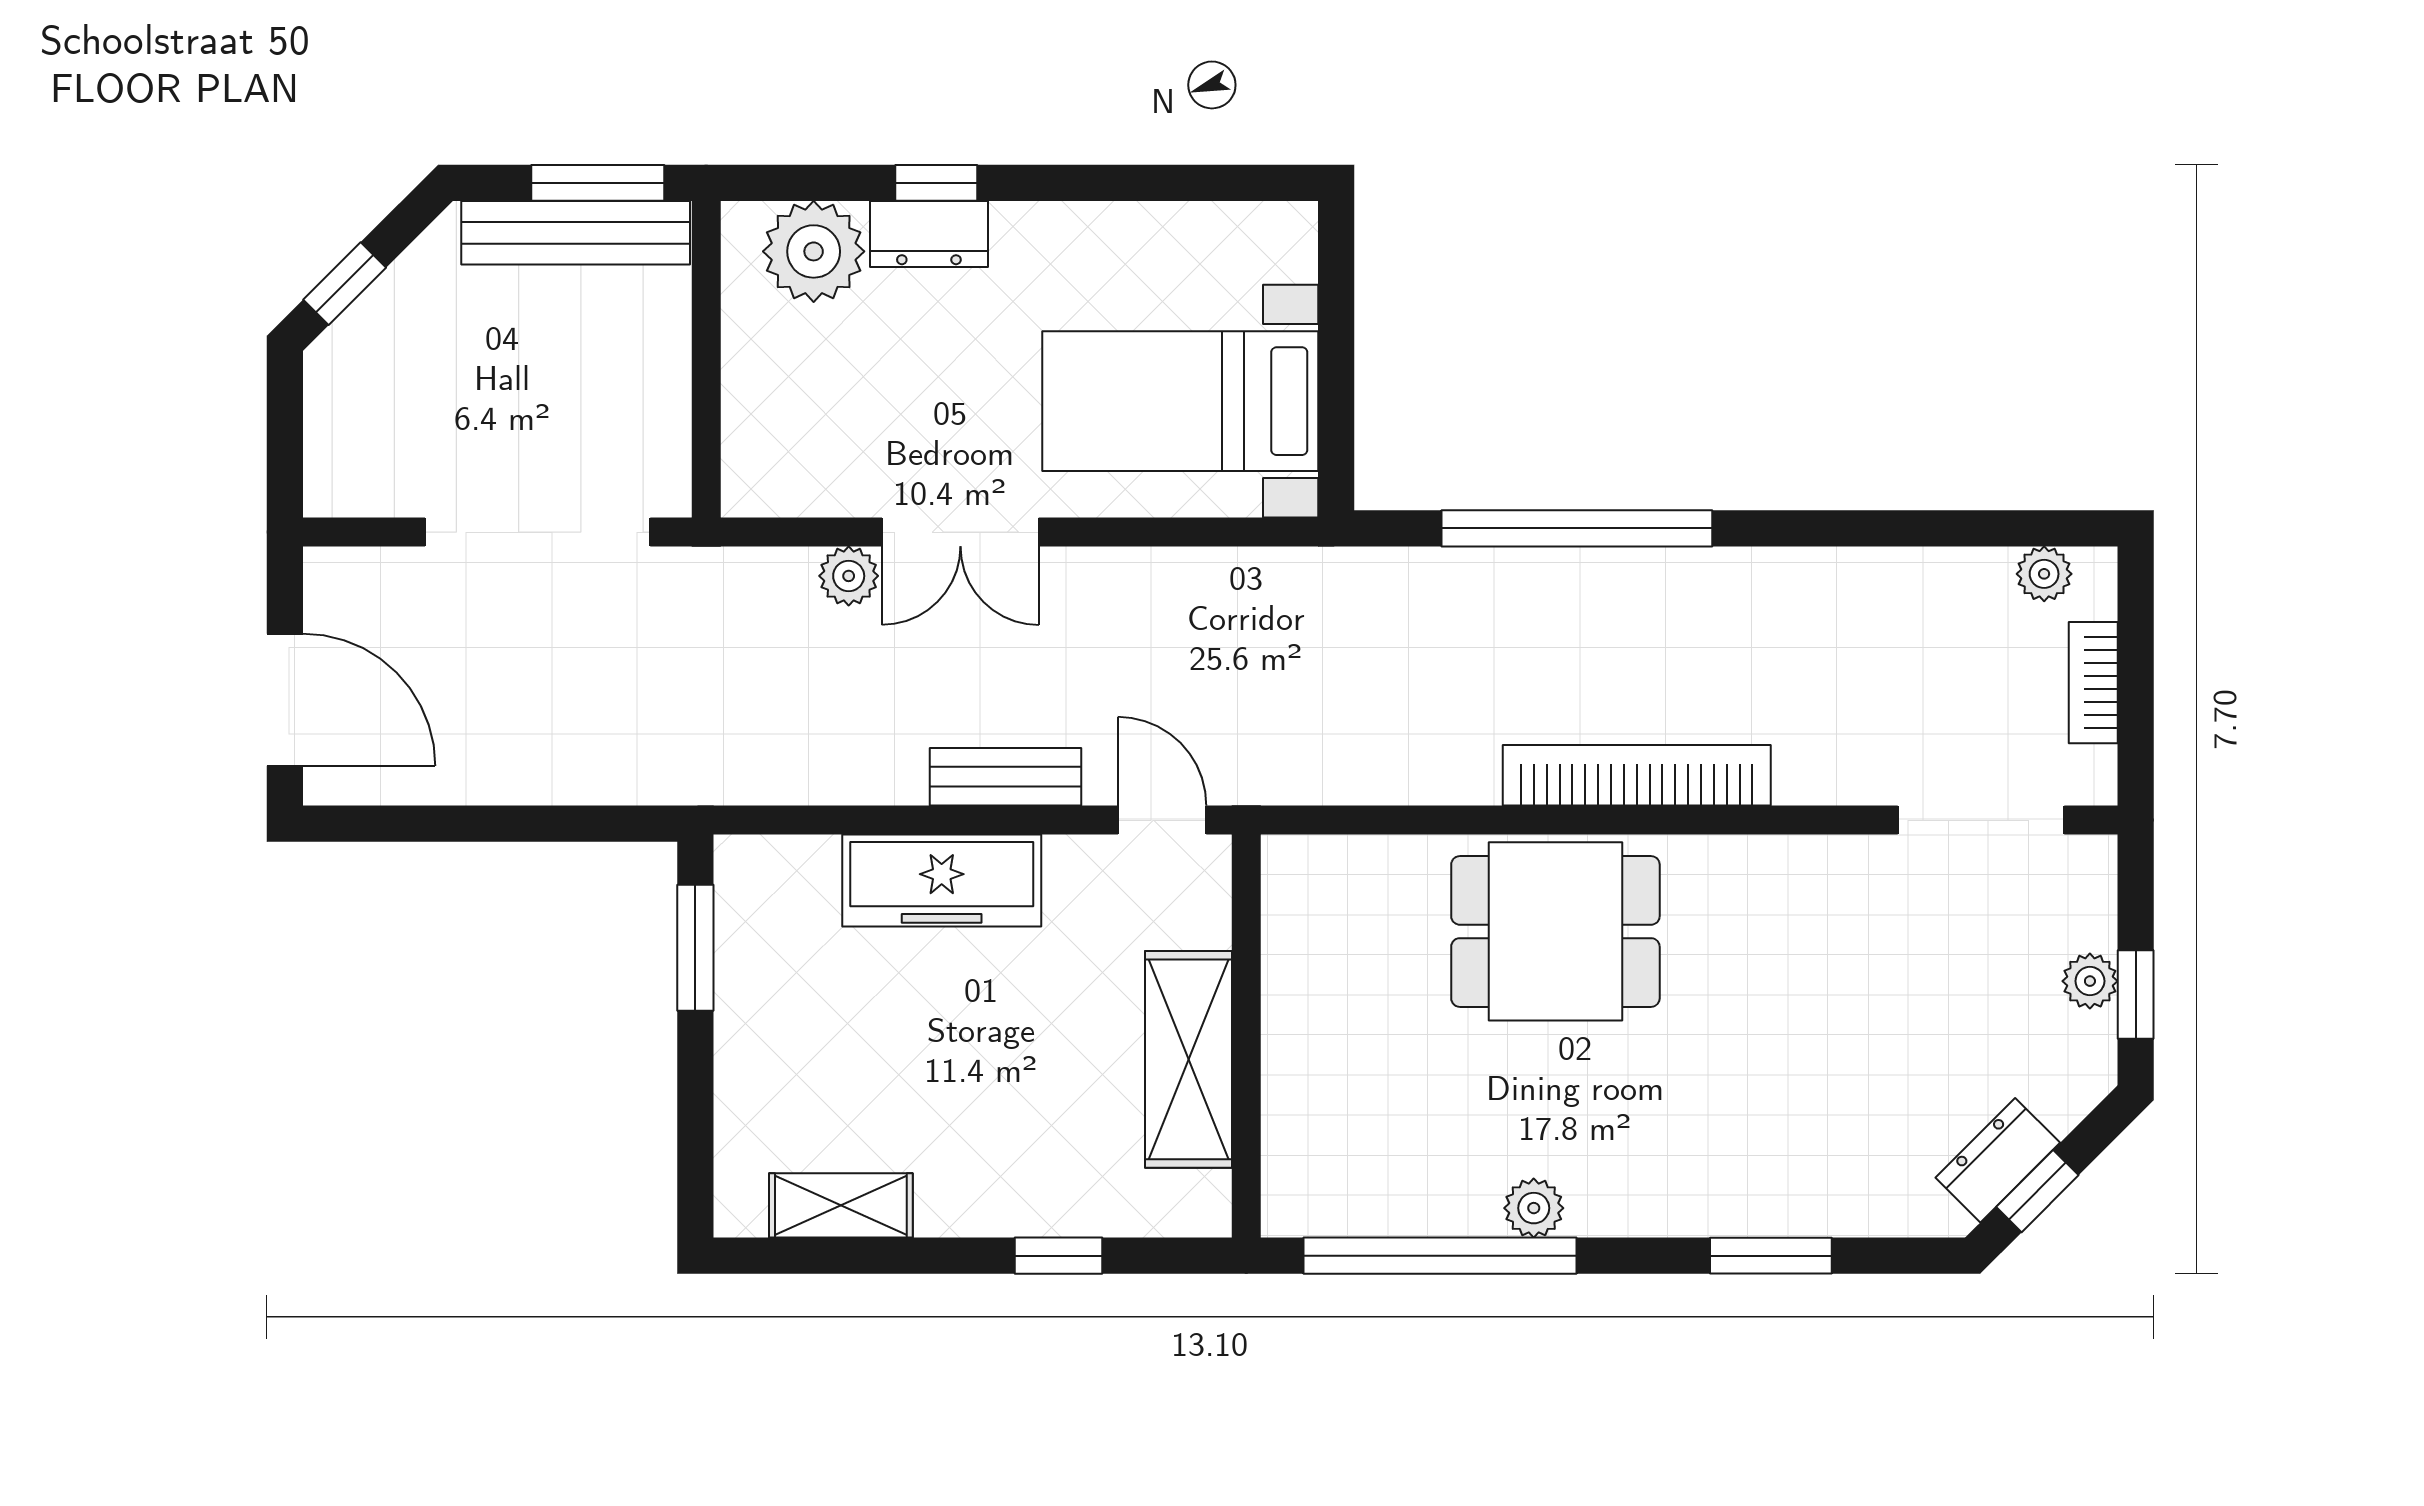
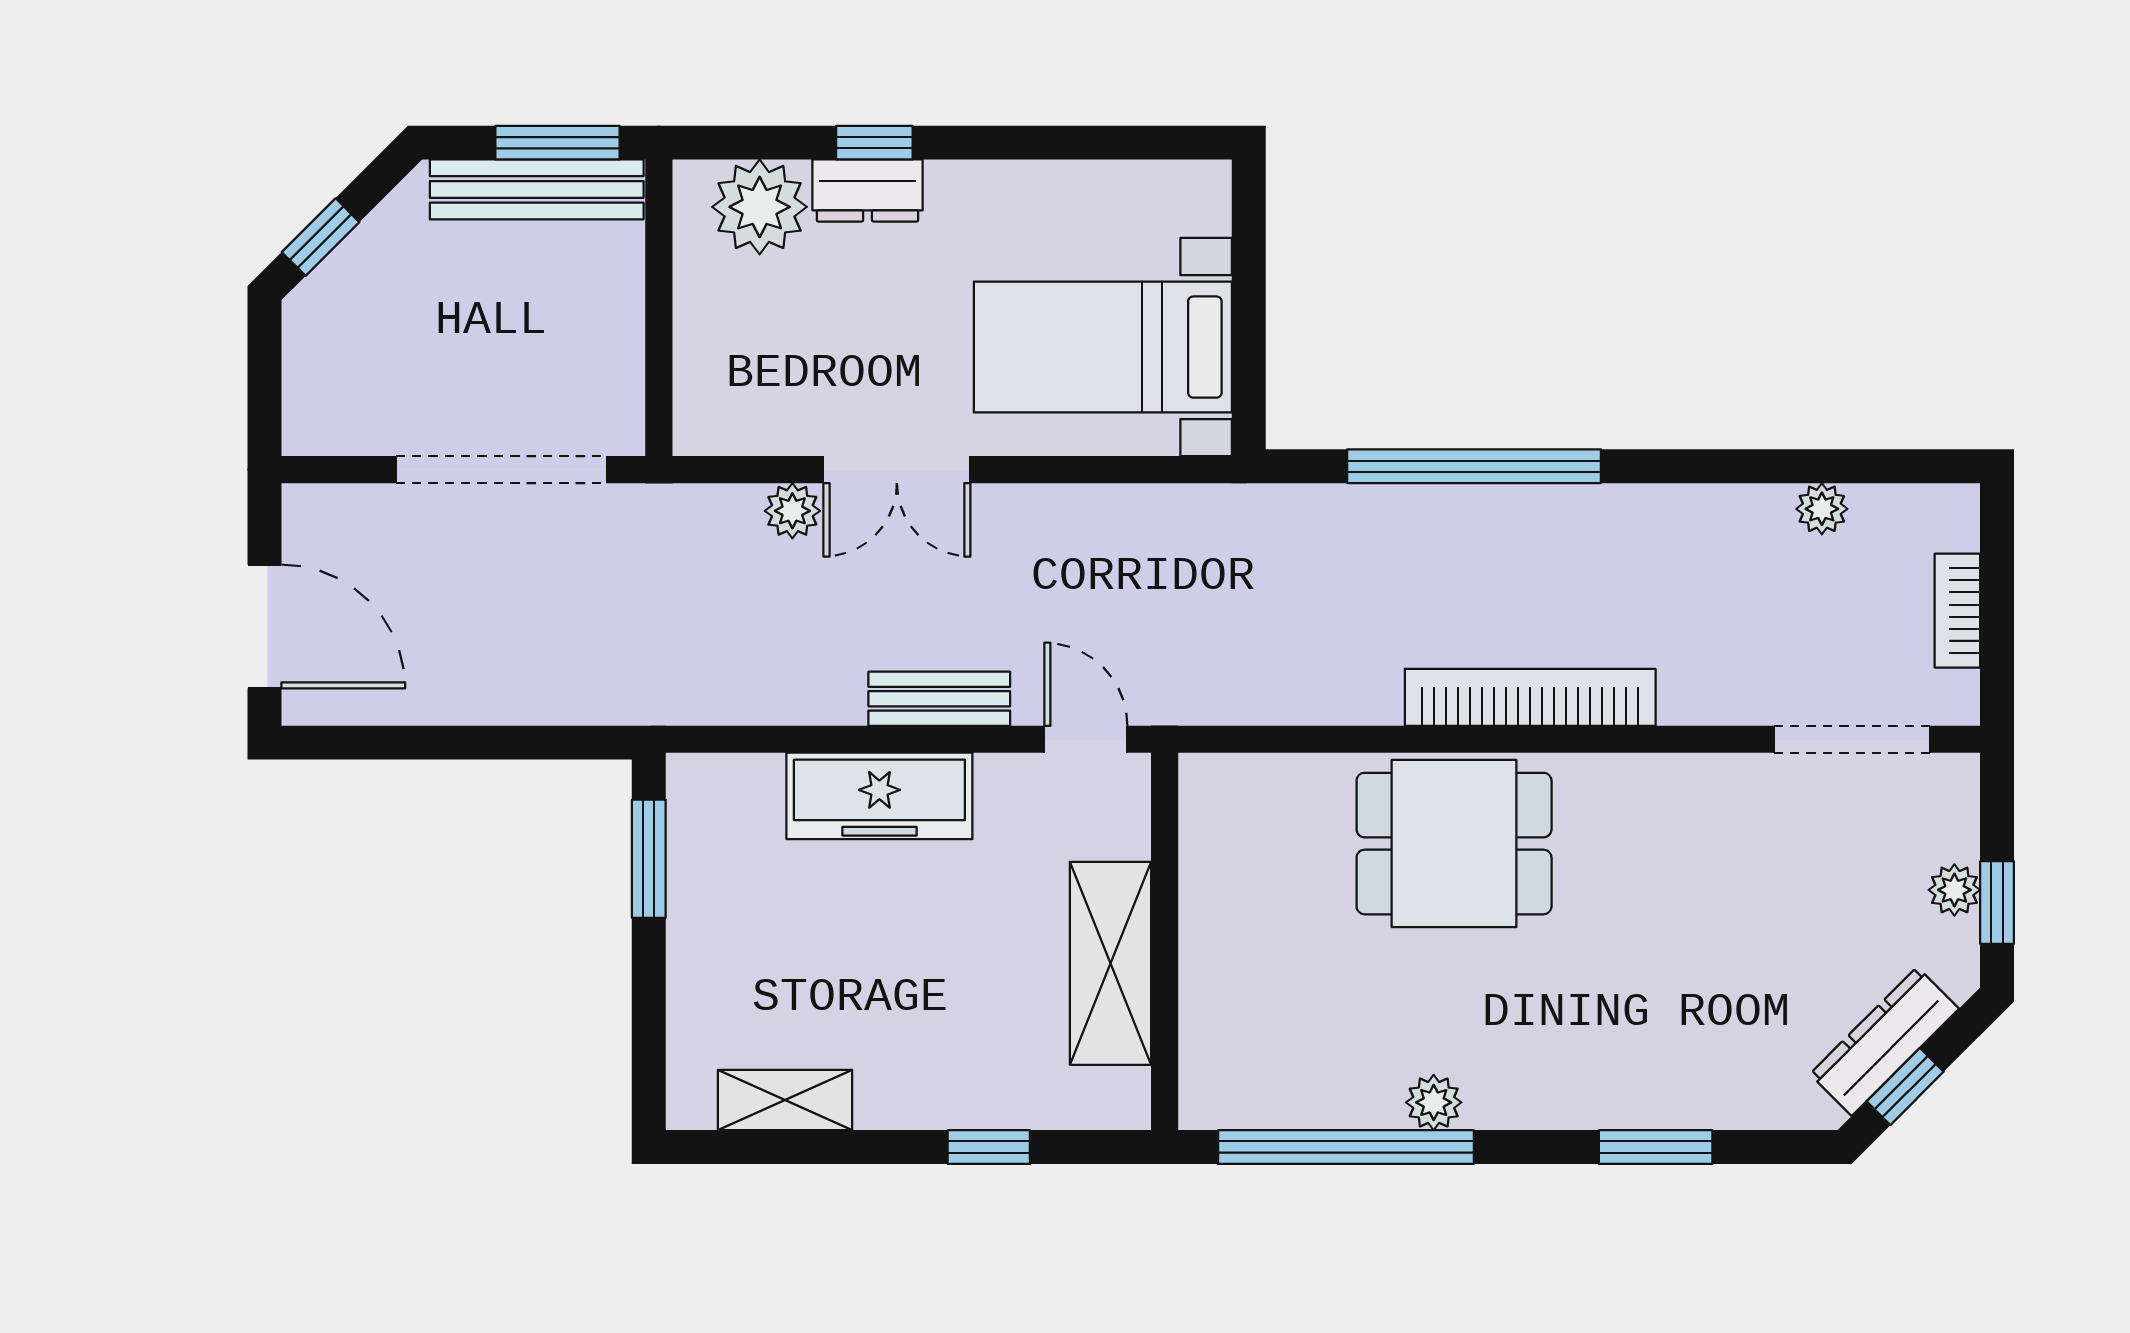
plant: (2044, 574) -> (1822, 509), moved
dresser: (1998, 1160) -> (1884, 1041), width x1.44

